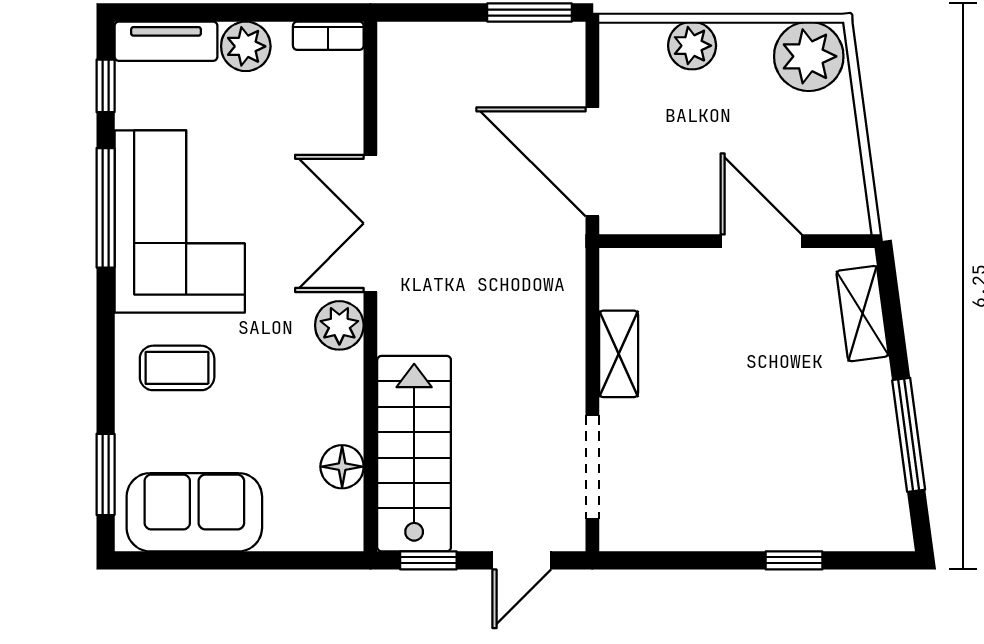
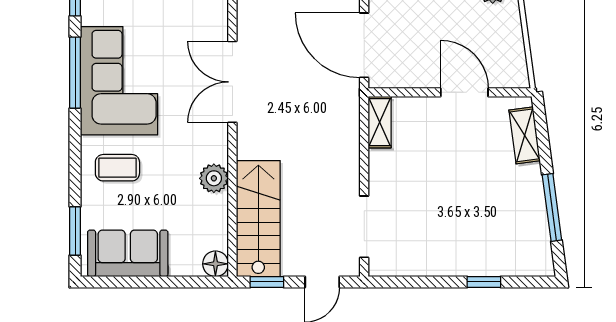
plant: (339, 325) -> (214, 178), moved
shelving: (619, 354) -> (380, 122), moved
floor lamp: (342, 467) -> (215, 264), moved

